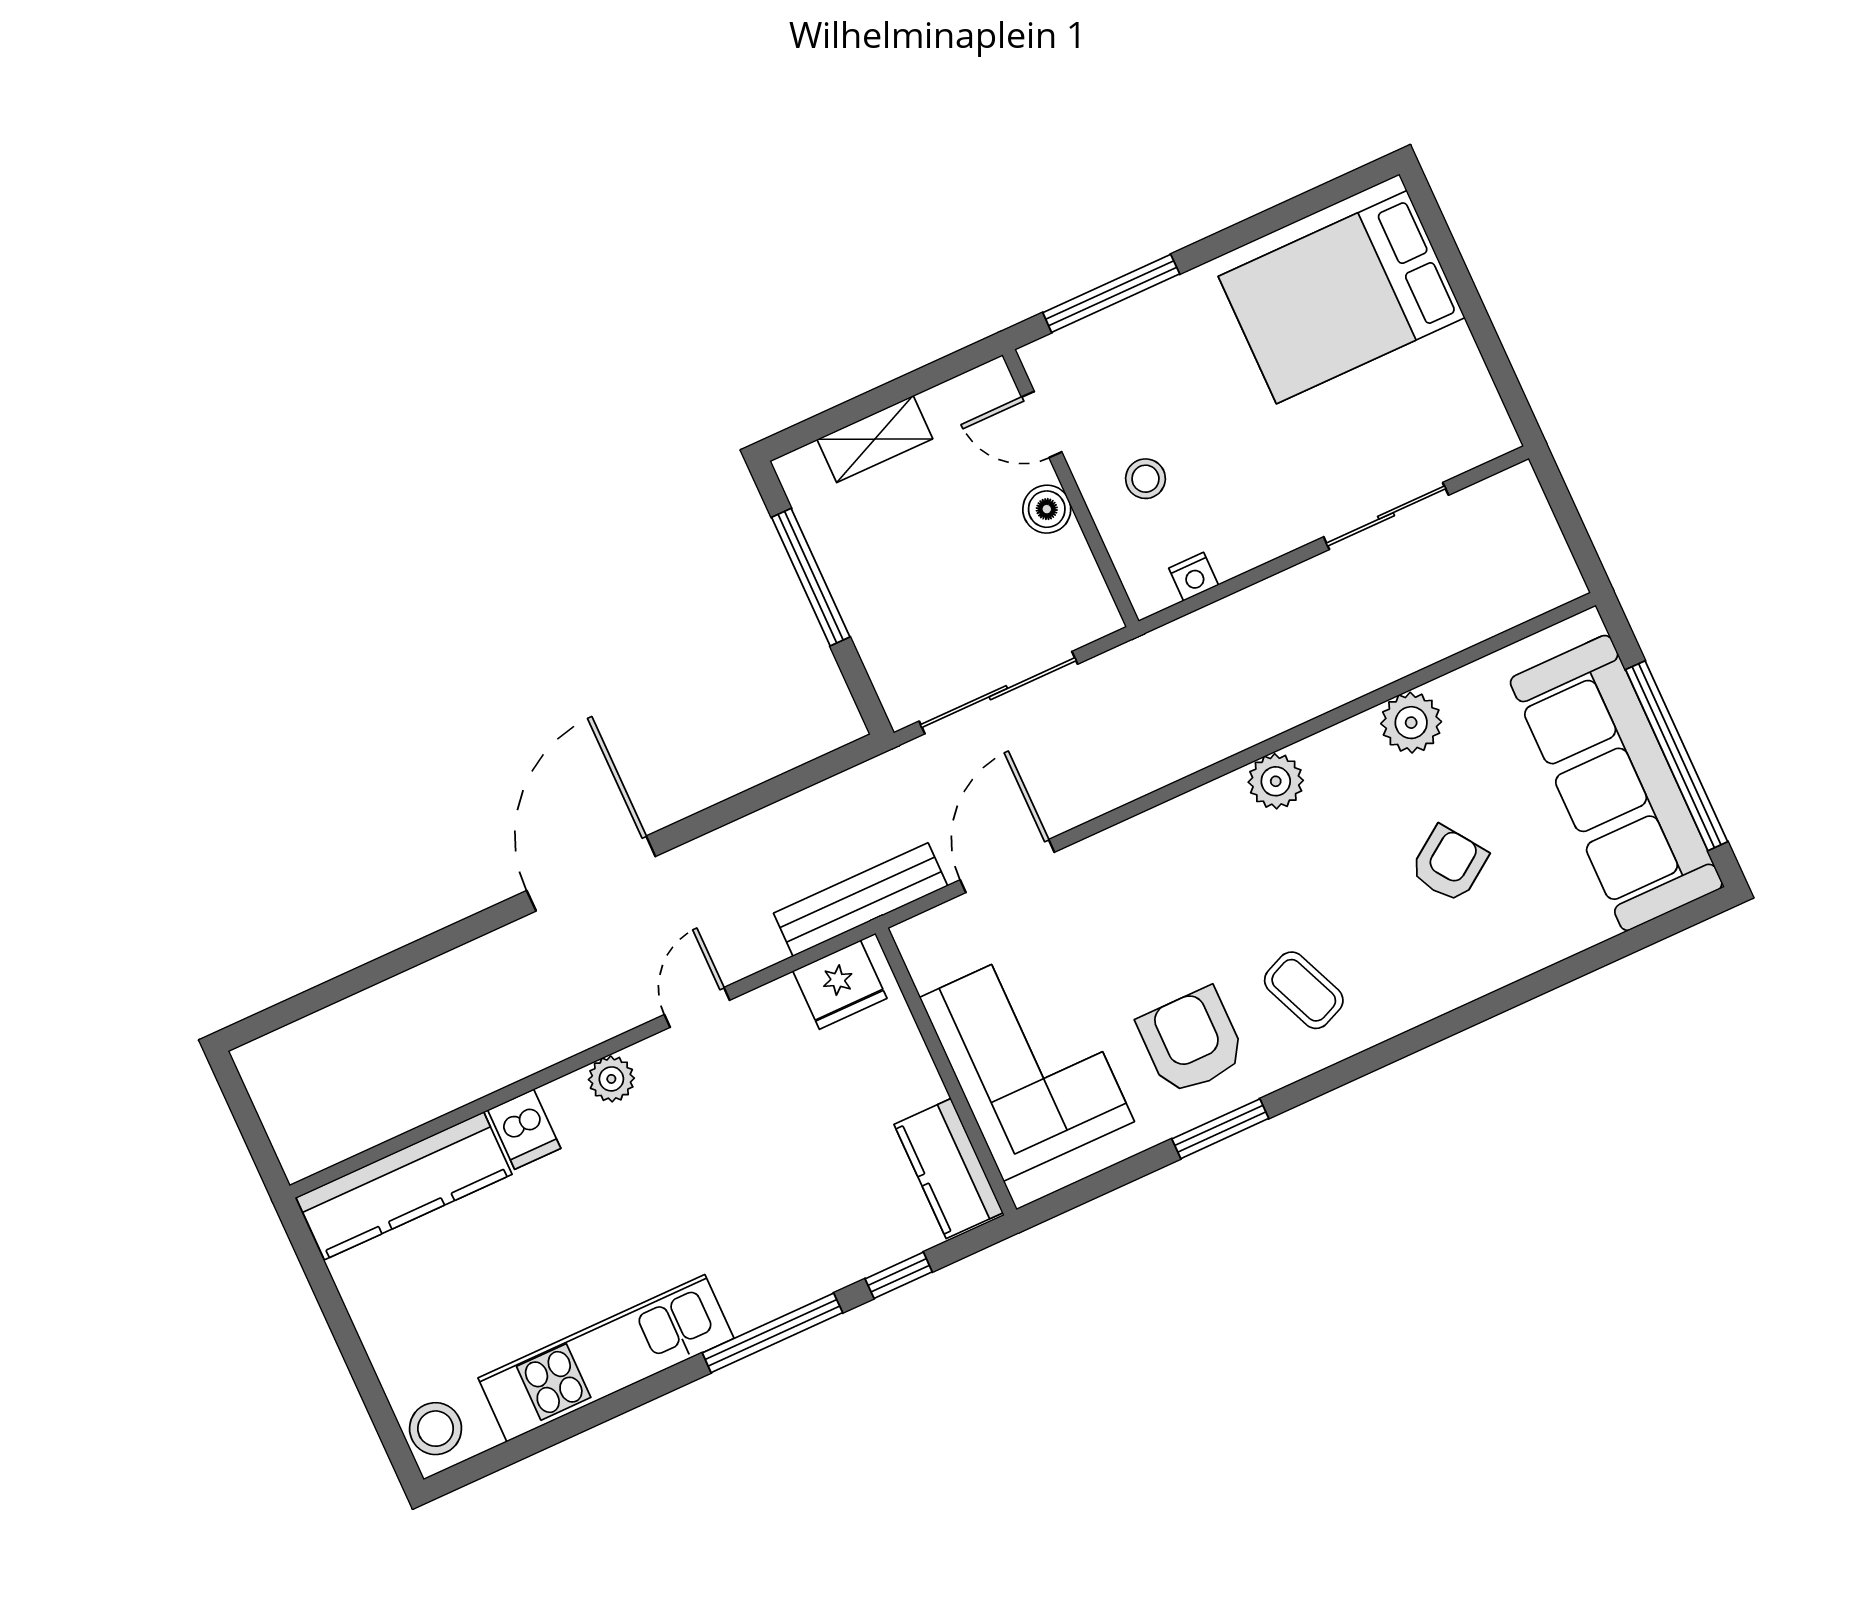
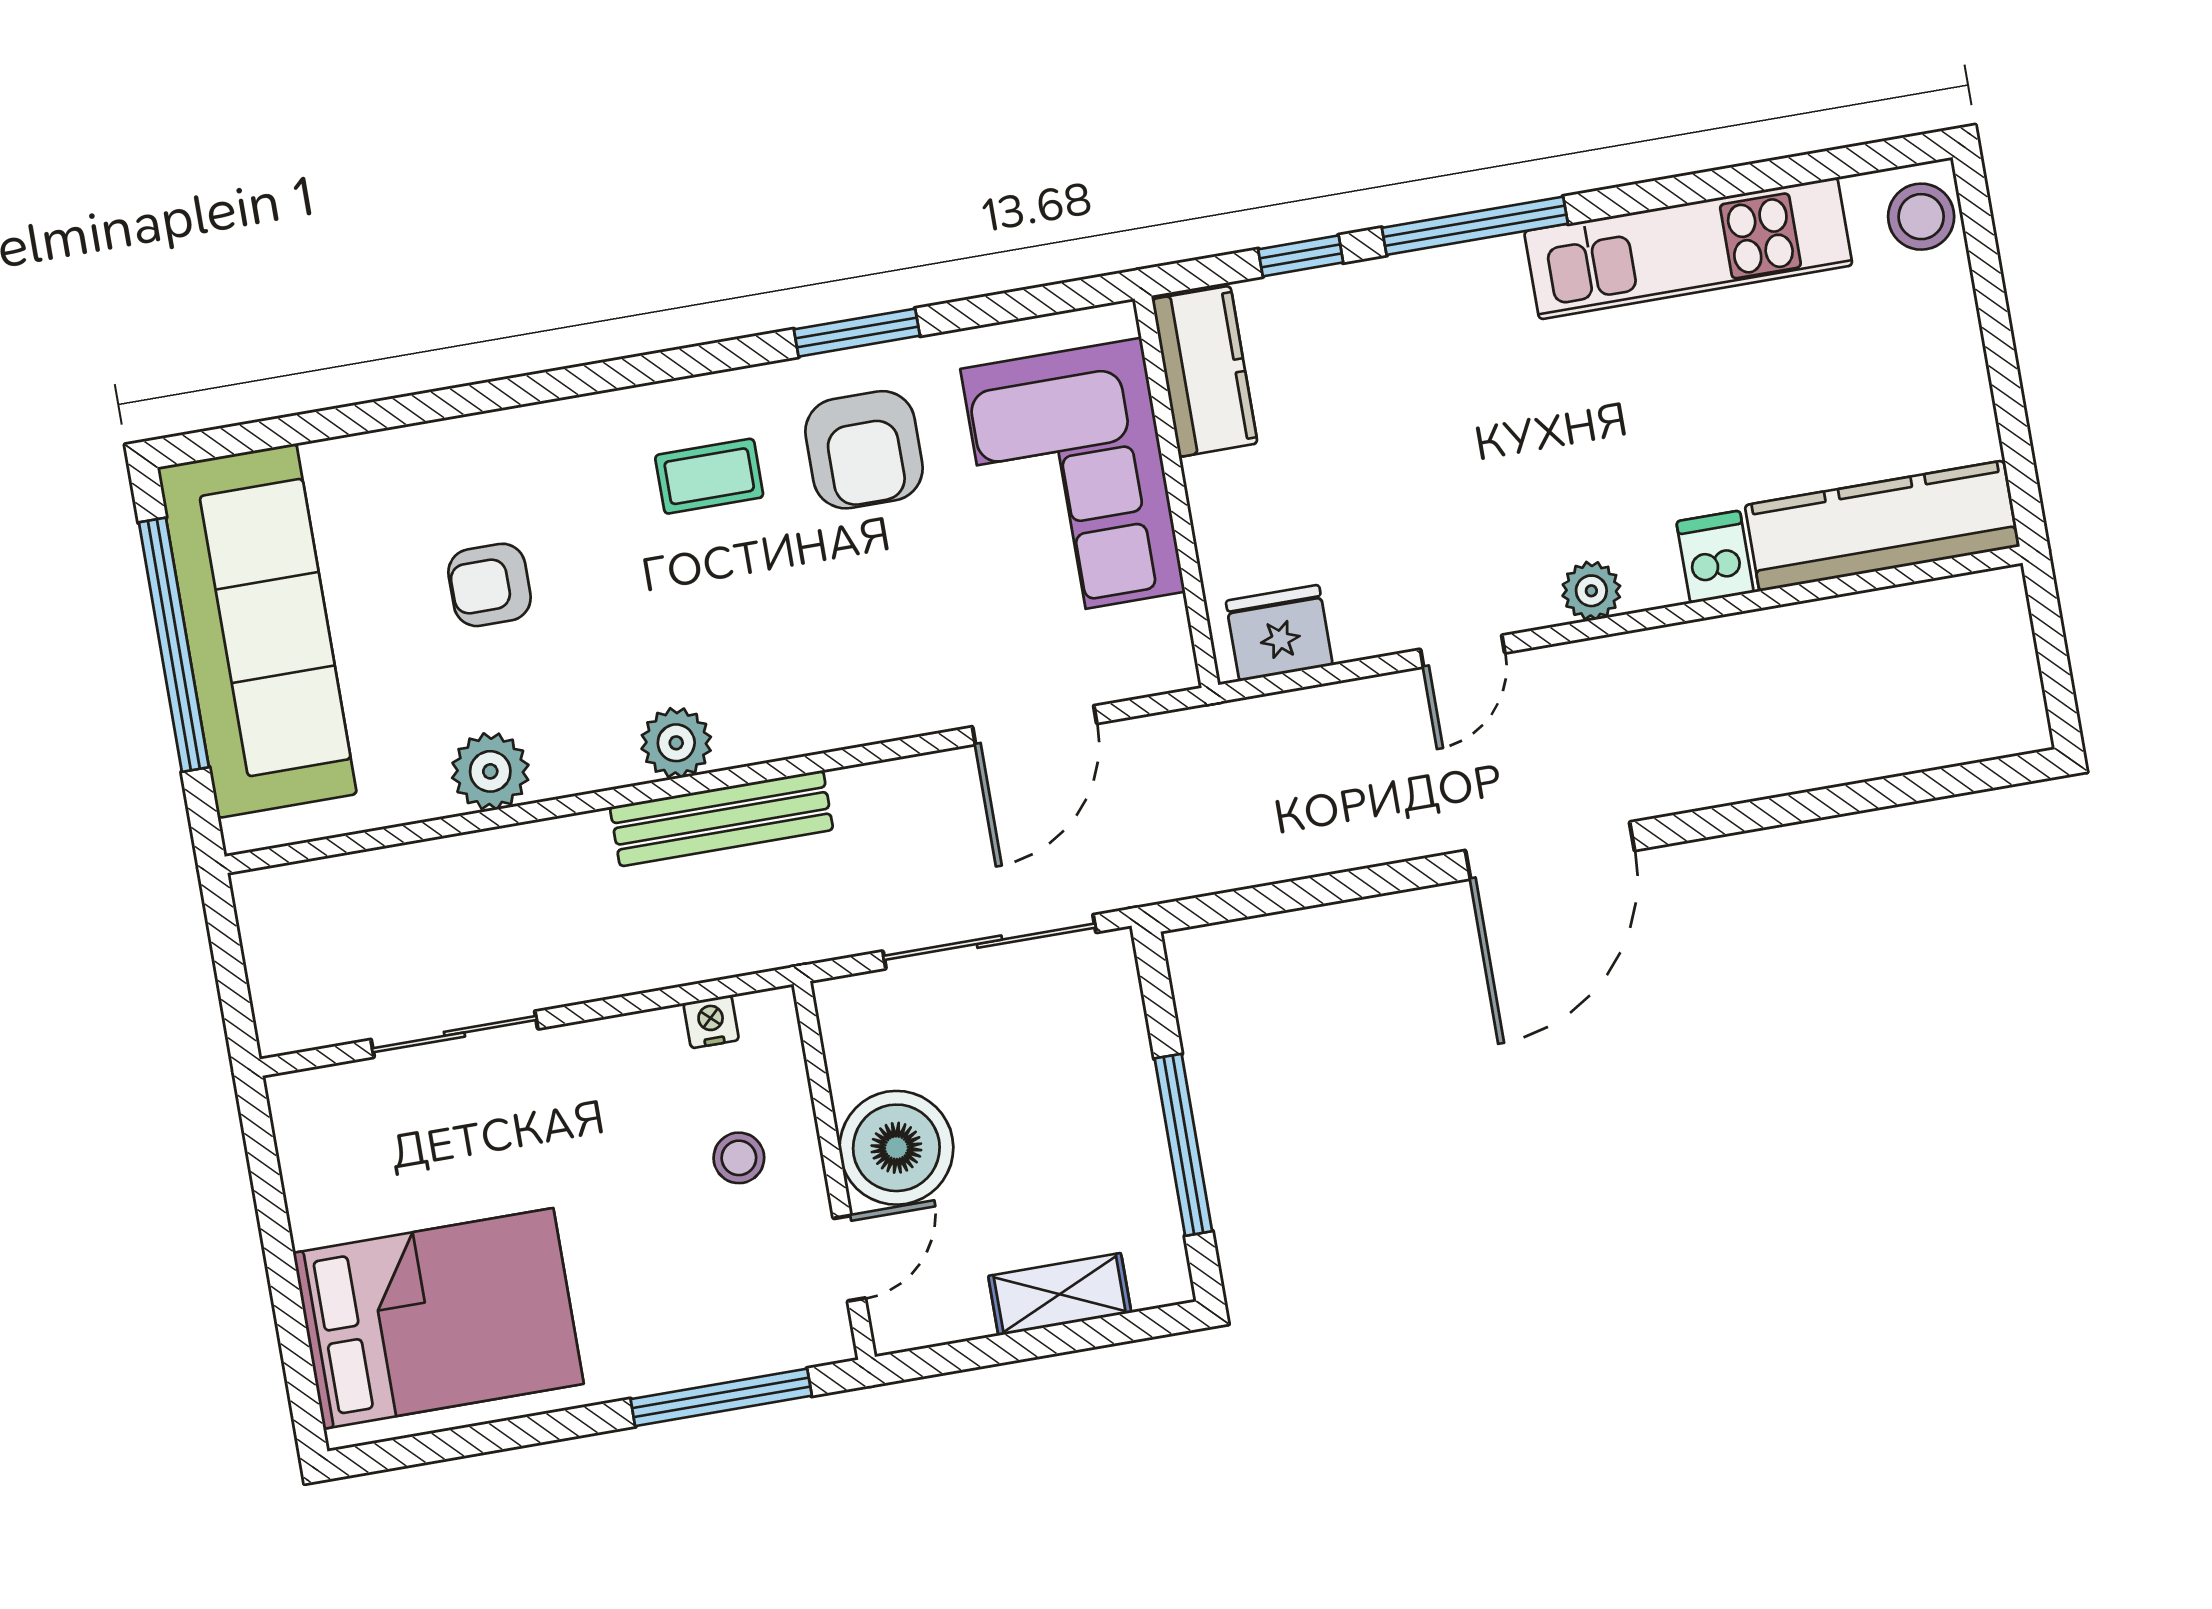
door: (1042, 425) -> (849, 1258), hinge flipped
boiler: (1047, 509) -> (896, 1148), width x1.86, depth x1.86
armchair: (1449, 864) -> (490, 585), turned 35
bench: (861, 900) -> (721, 818), moved
coffee table: (1304, 990) -> (709, 476), turned -67

